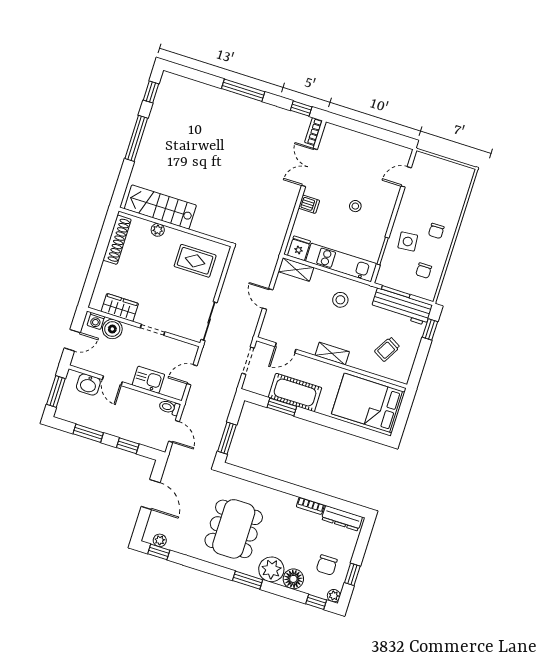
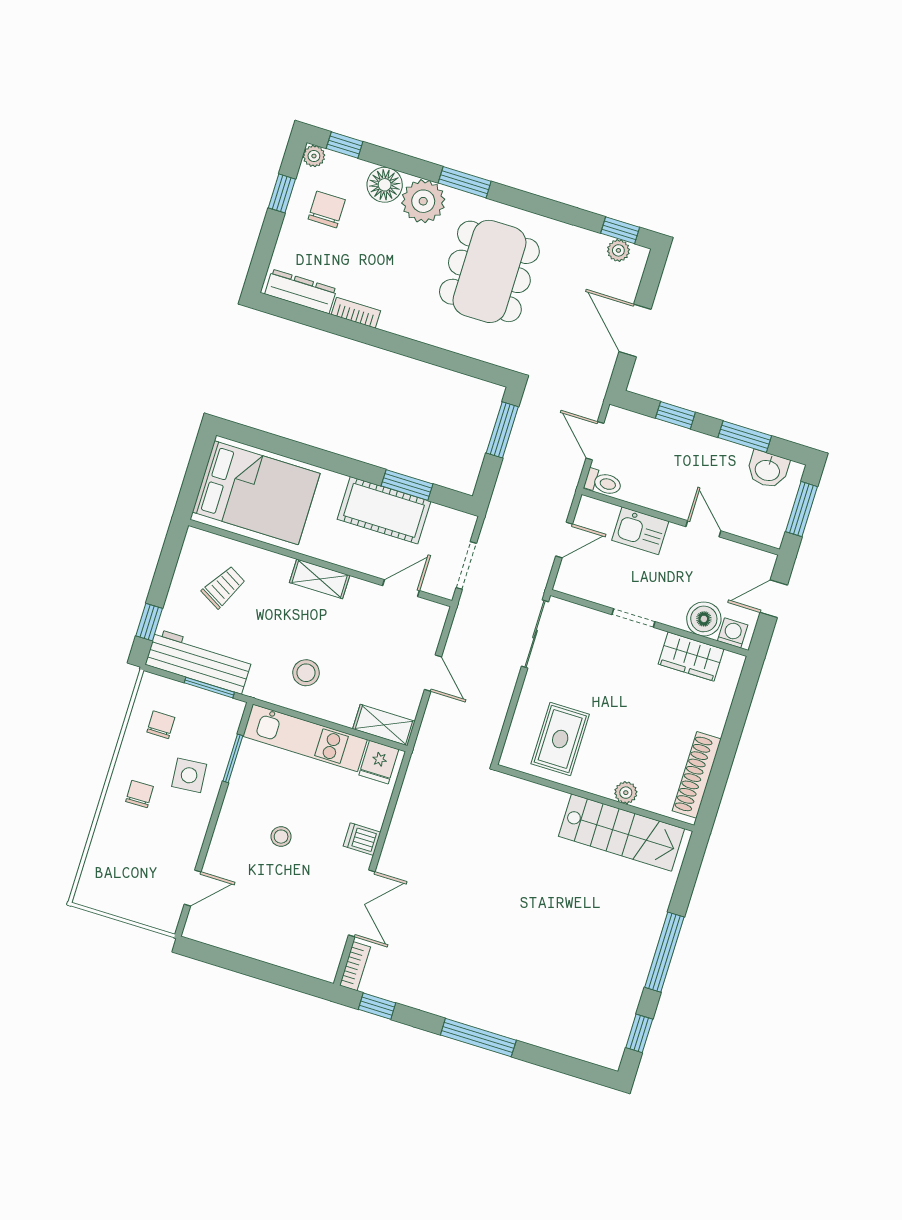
rug: (195, 261) -> (560, 739), turned 90
washbasin: (88, 384) -> (768, 470), moved, turned 180

